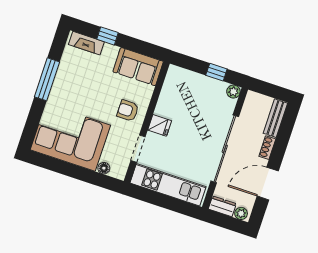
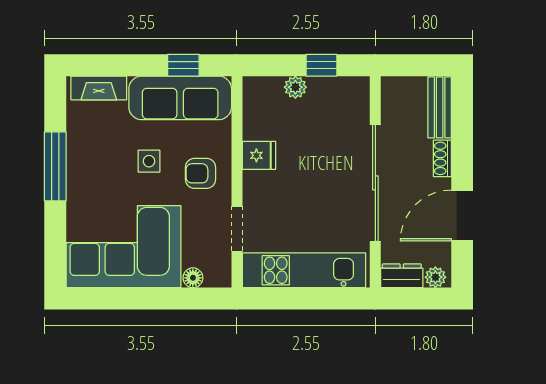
window: (108, 36) -> (183, 65), moved
sofa: (138, 67) -> (180, 98), width x1.36
plant: (233, 92) -> (295, 87), moved
side table: (101, 94) -> (149, 161), added
fridge: (160, 125) -> (259, 155), moved

